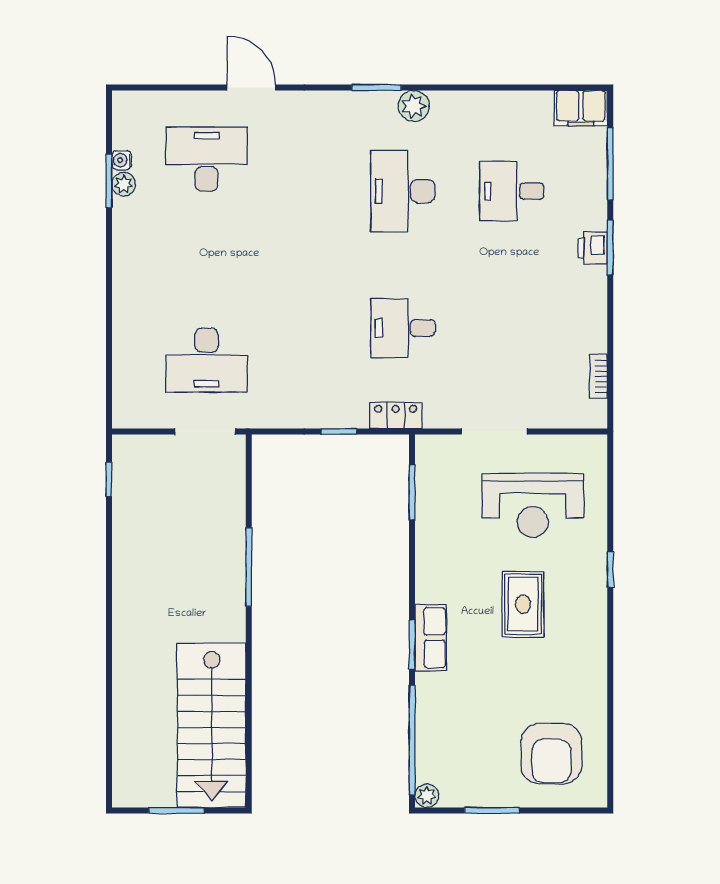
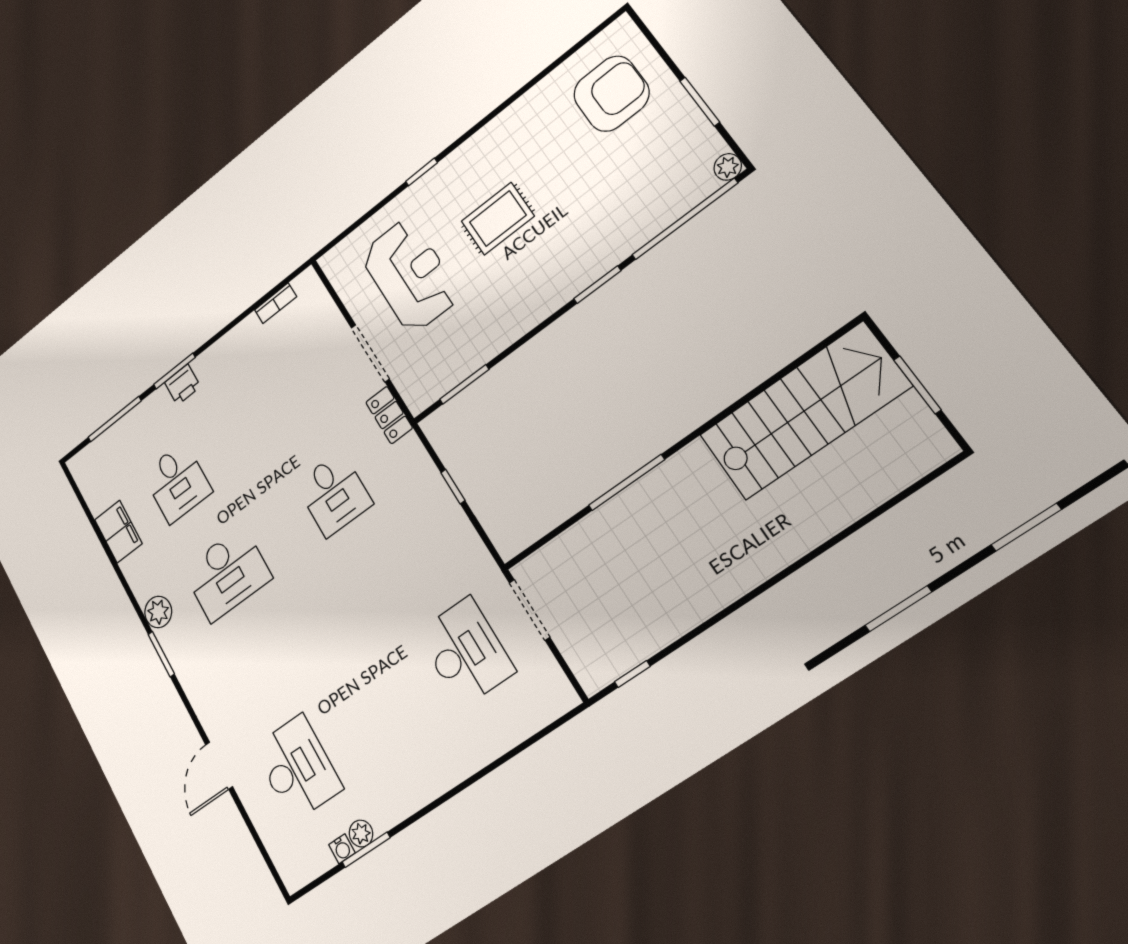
filing cabinet: (581, 108) -> (118, 532), moved
desk: (207, 159) -> (297, 768), turned 180
locker: (396, 415) -> (389, 415), moved
row of seats: (431, 638) -> (580, 273), removed

